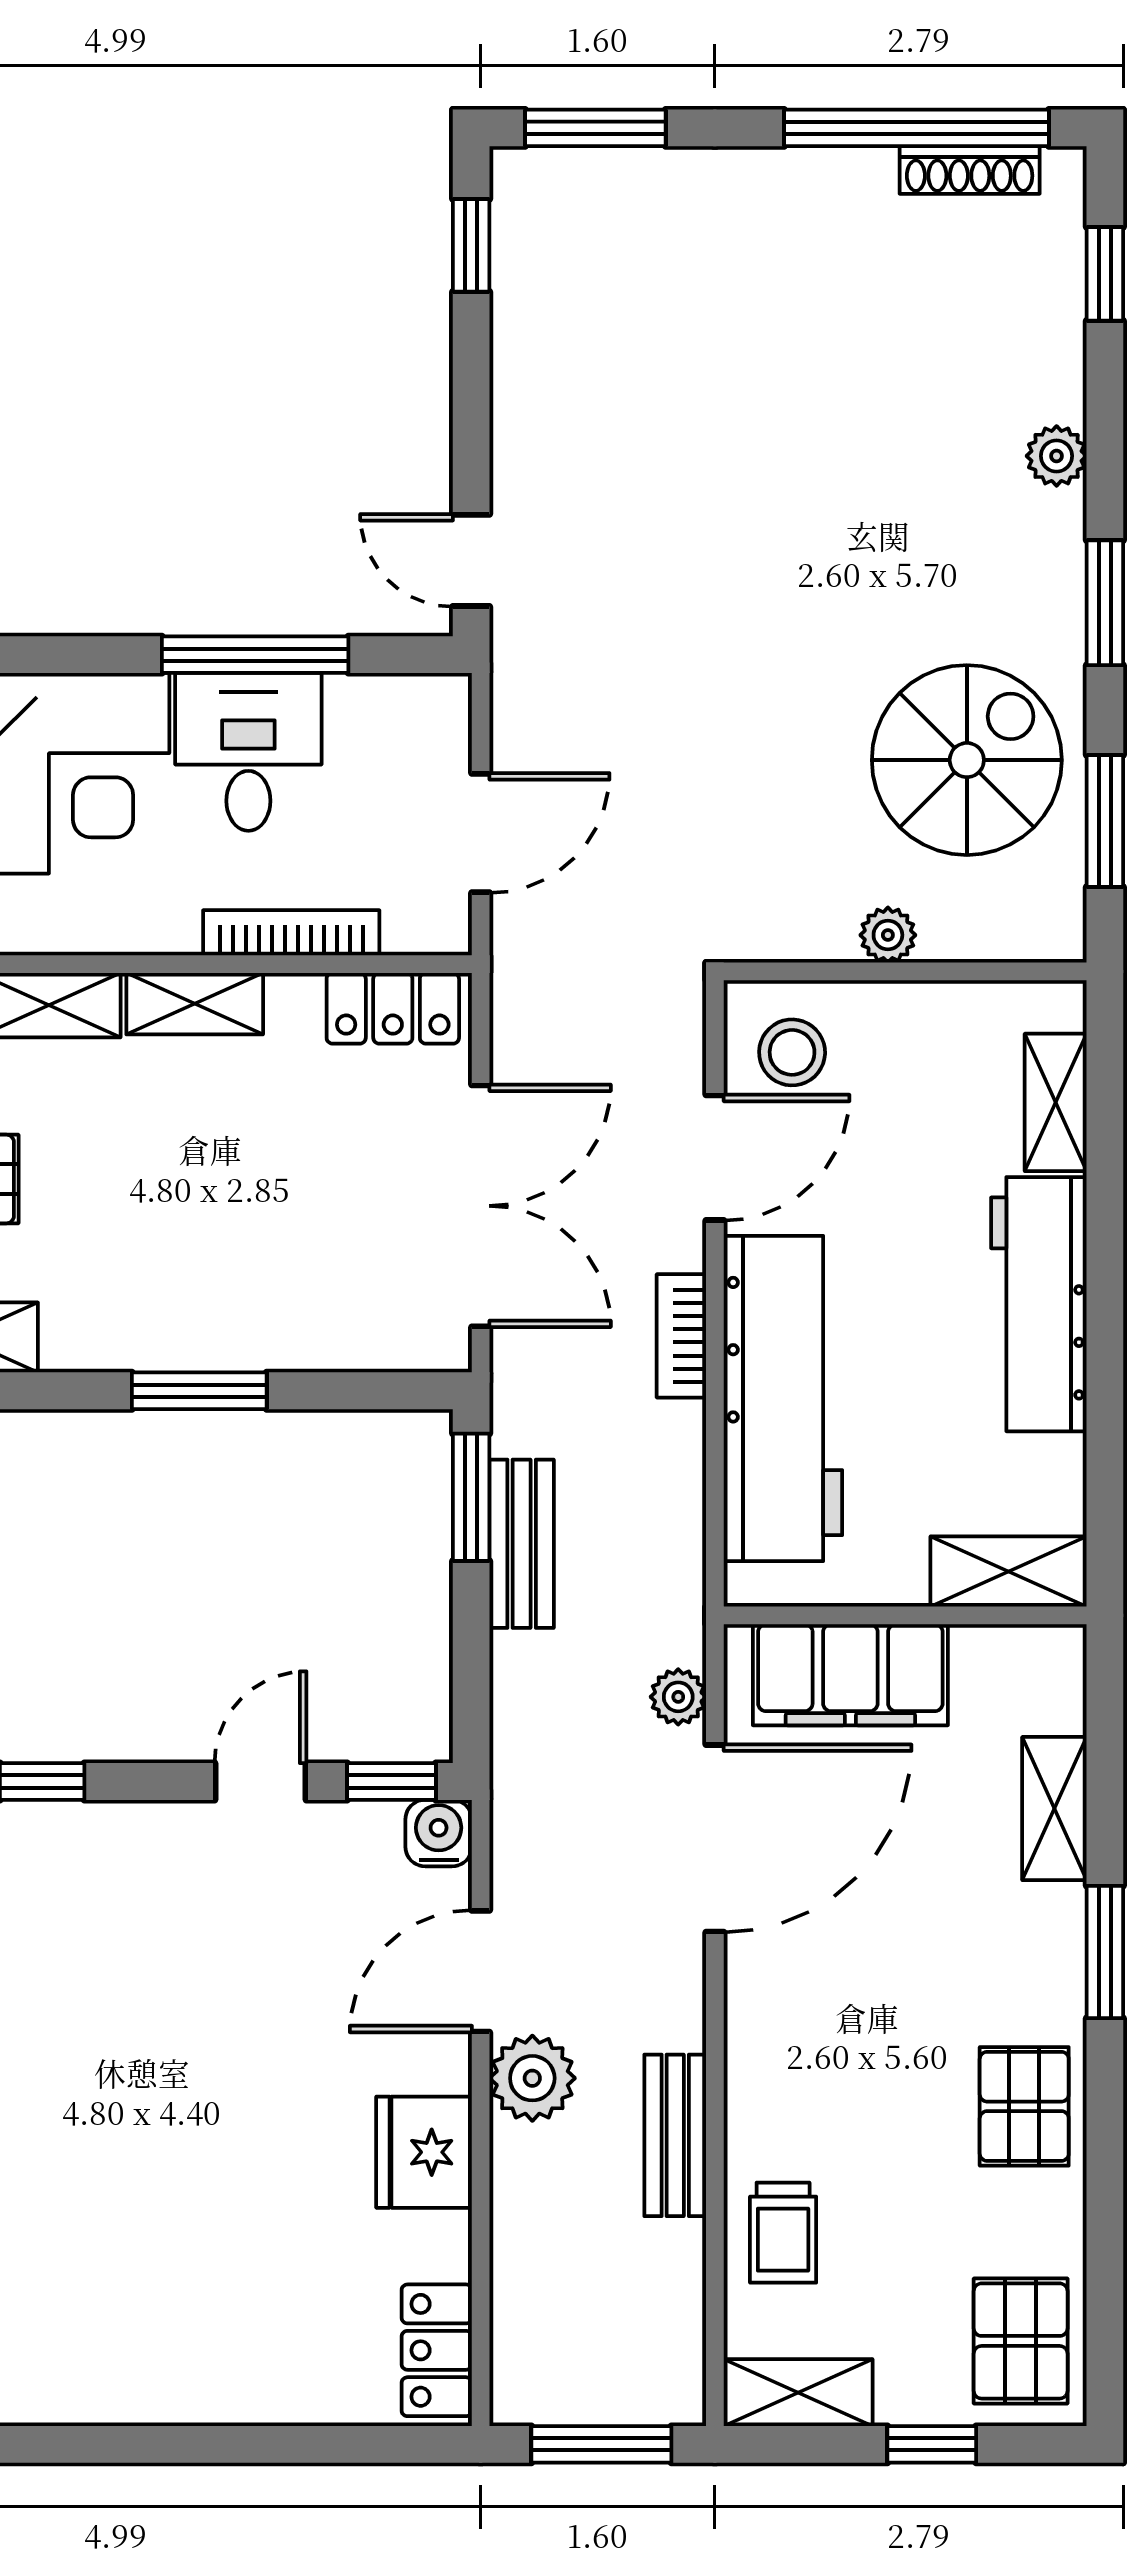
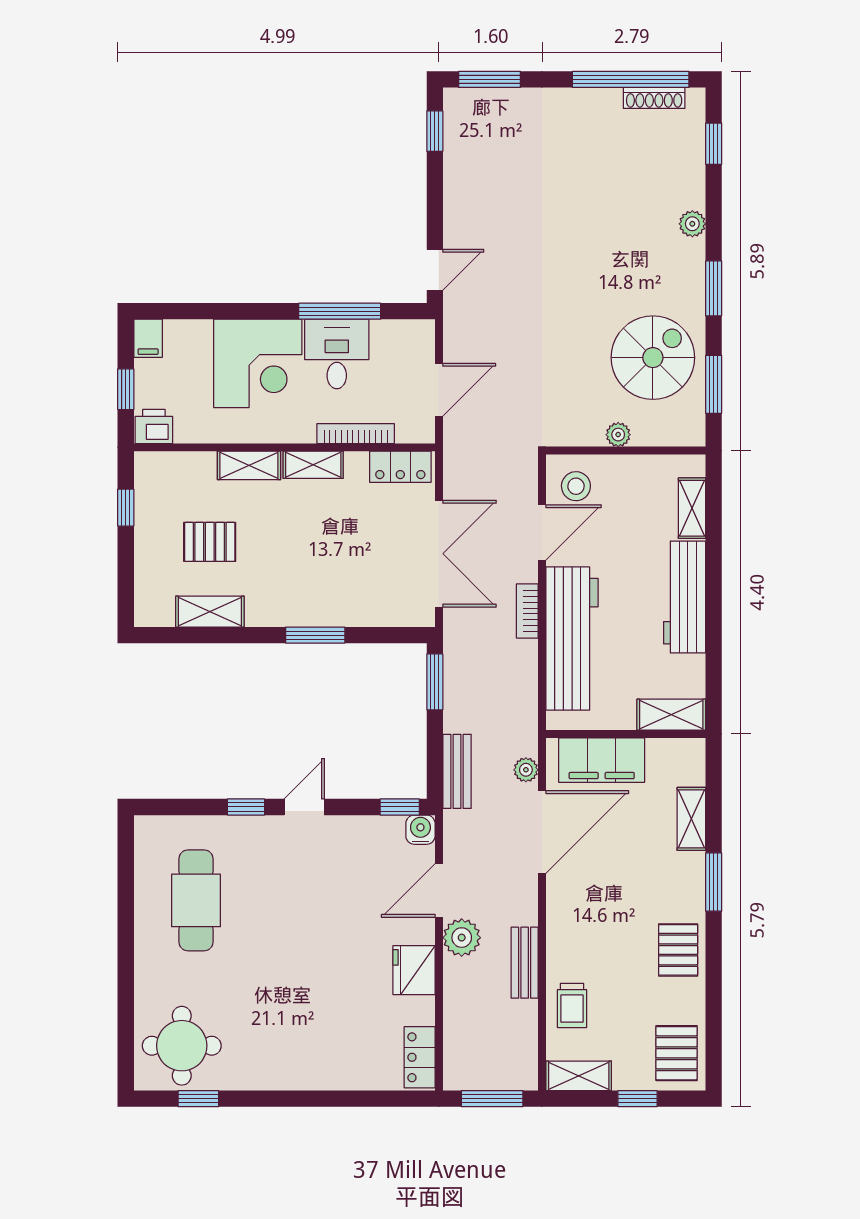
door: (471, 560) -> (435, 270), swing flipped
bench: (522, 1544) -> (457, 771), moved
door: (261, 1781) -> (304, 807), moved

